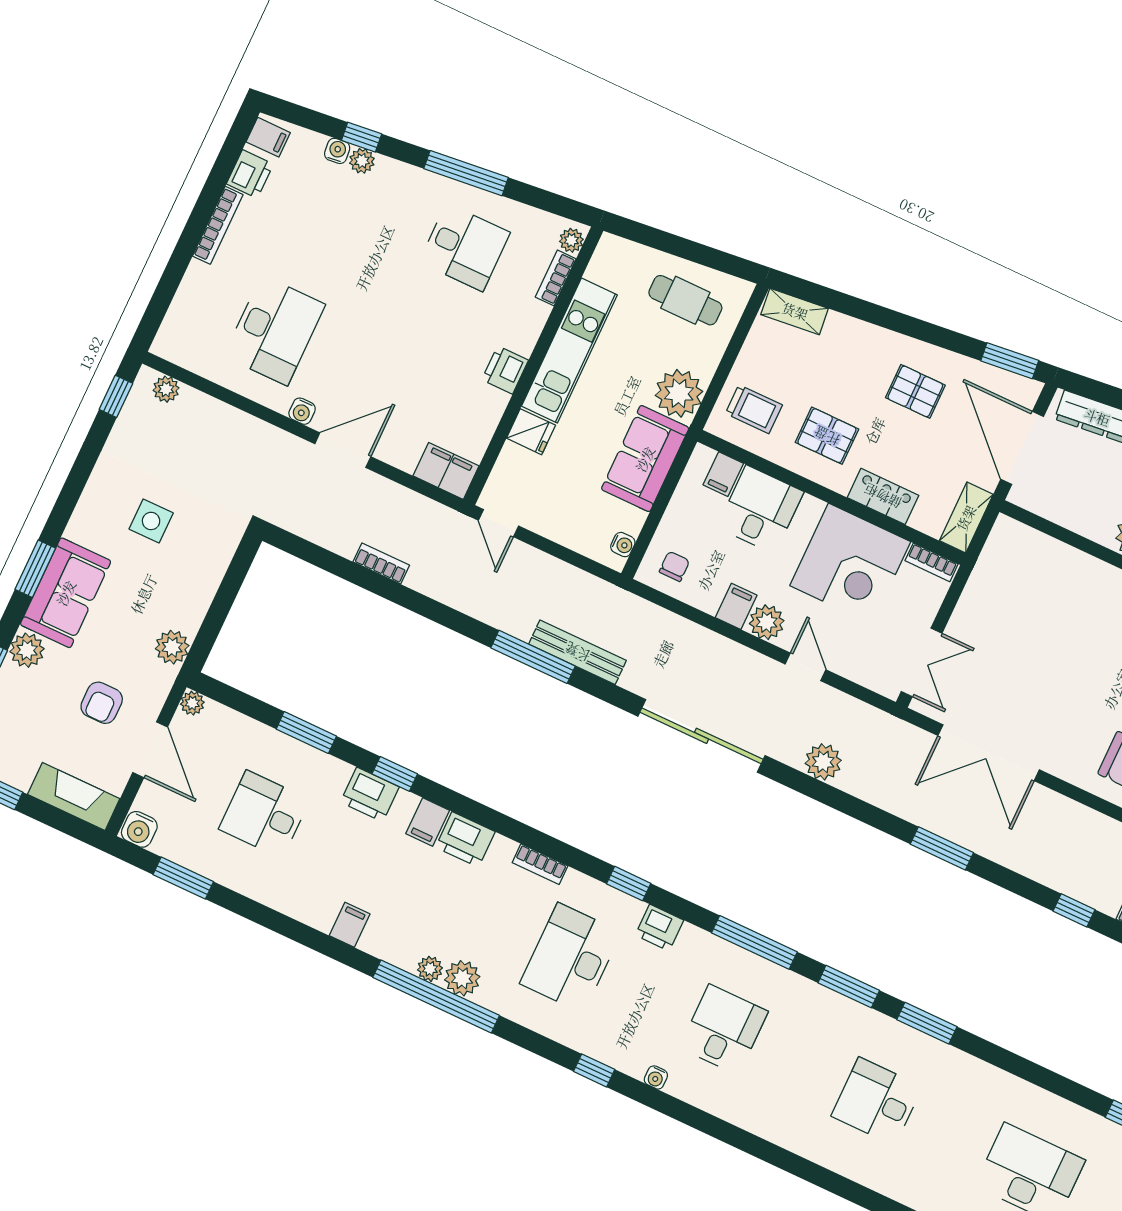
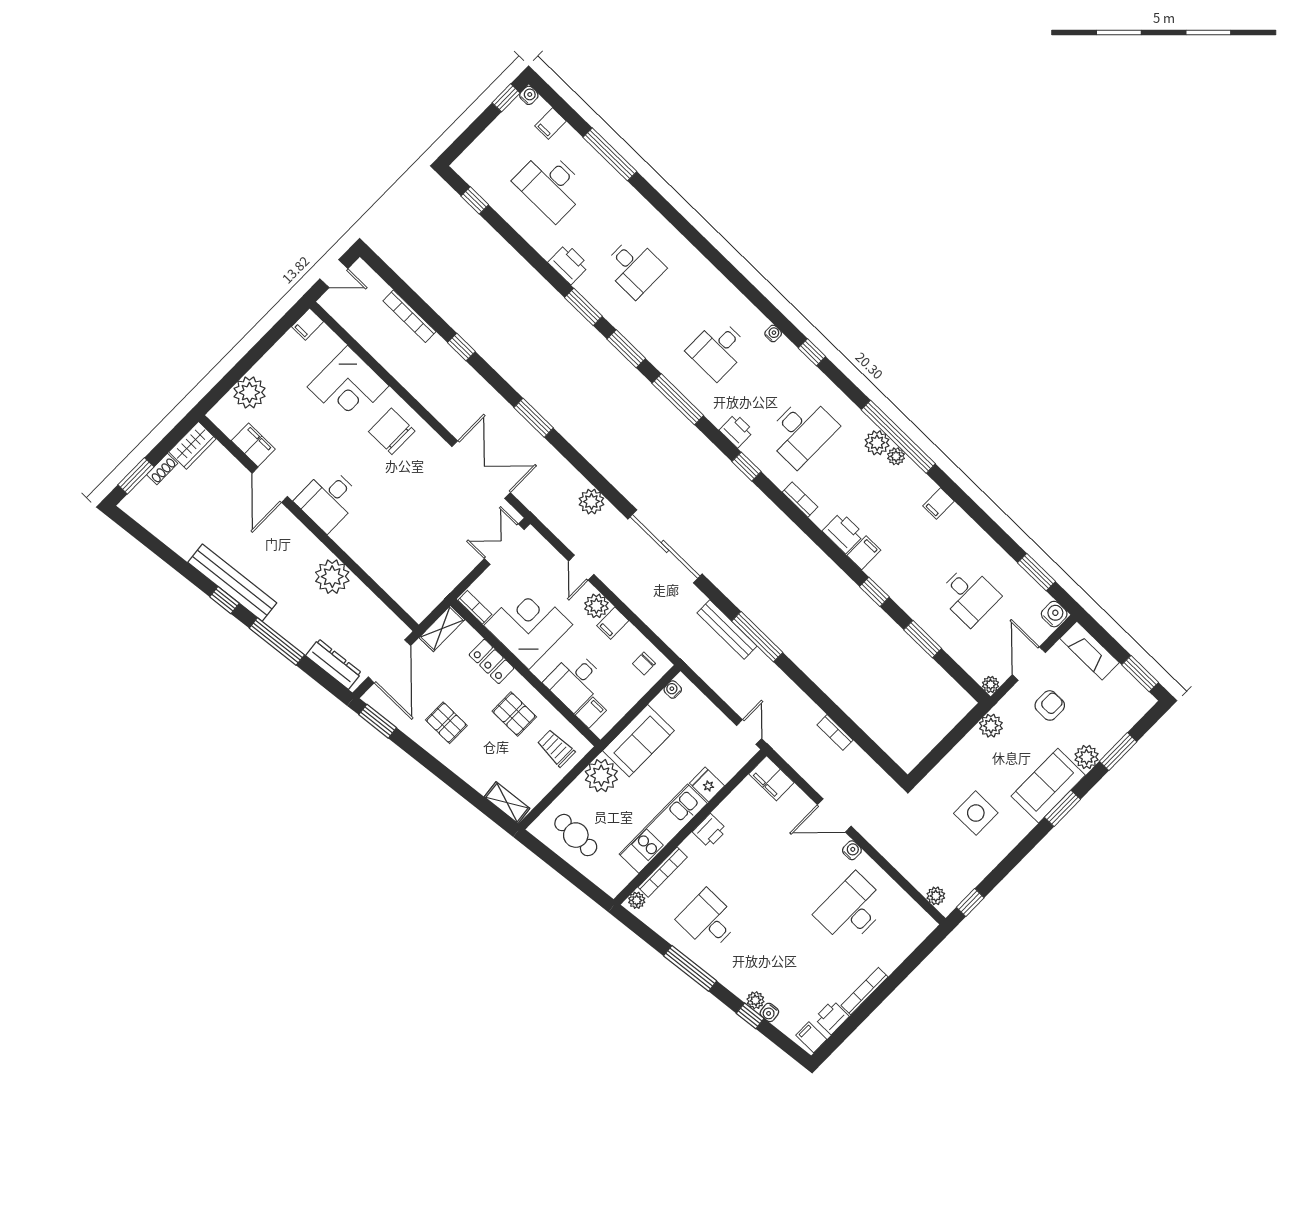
bookcase: (556, 278) -> (663, 872), width x1.56
side table: (151, 521) -> (976, 813), width x1.37, depth x1.37
printer: (370, 794) -> (569, 264), moved

